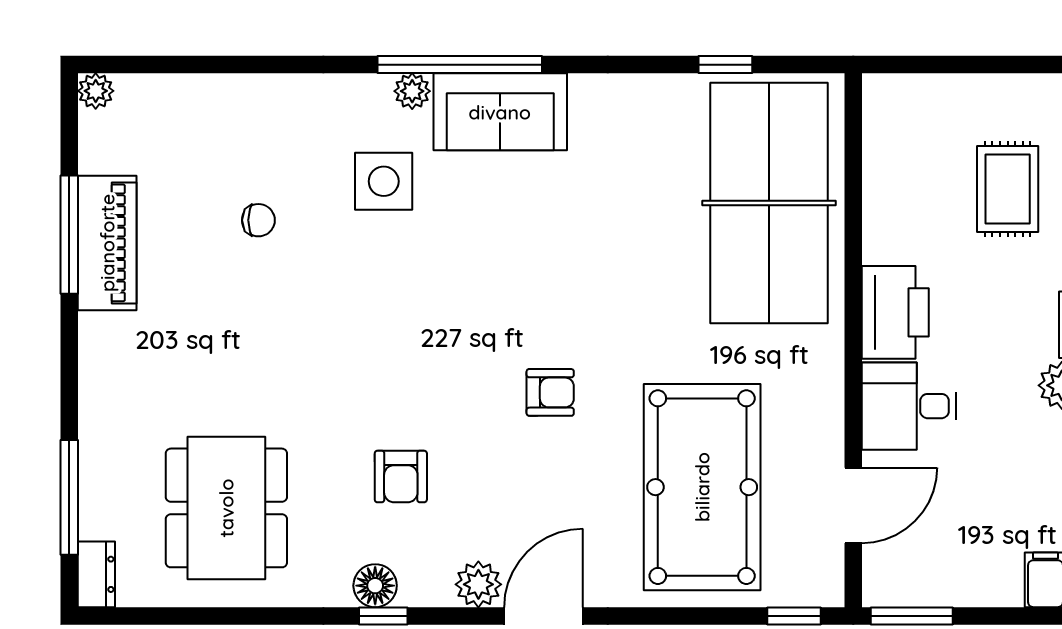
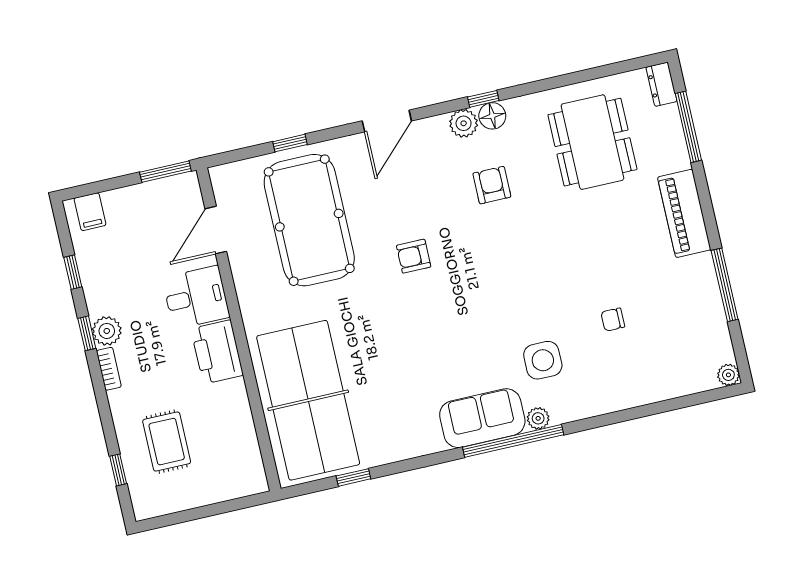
piano: (107, 243) -> (684, 213), moved
plant: (478, 584) -> (464, 123), moved
window: (794, 616) -> (290, 143), moved

